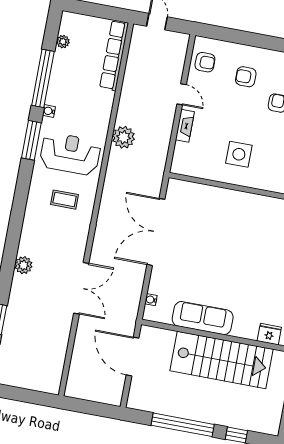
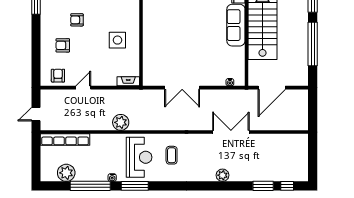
plant: (63, 42) -> (66, 173), width x1.88, depth x1.88
armchair: (246, 77) -> (63, 45), turned 90
fireplace: (185, 126) -> (128, 81), moved
reception desk: (70, 154) -> (139, 157), turned 180
double door: (156, 232) -> (182, 88), width x0.73
sofa: (203, 318) -> (236, 25), moved

